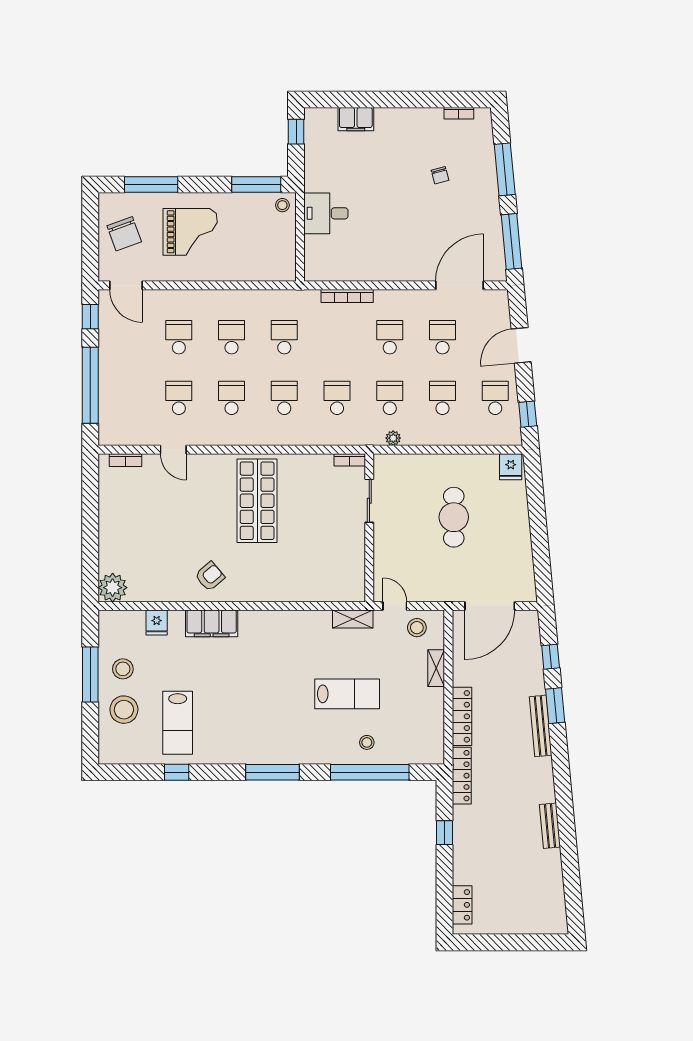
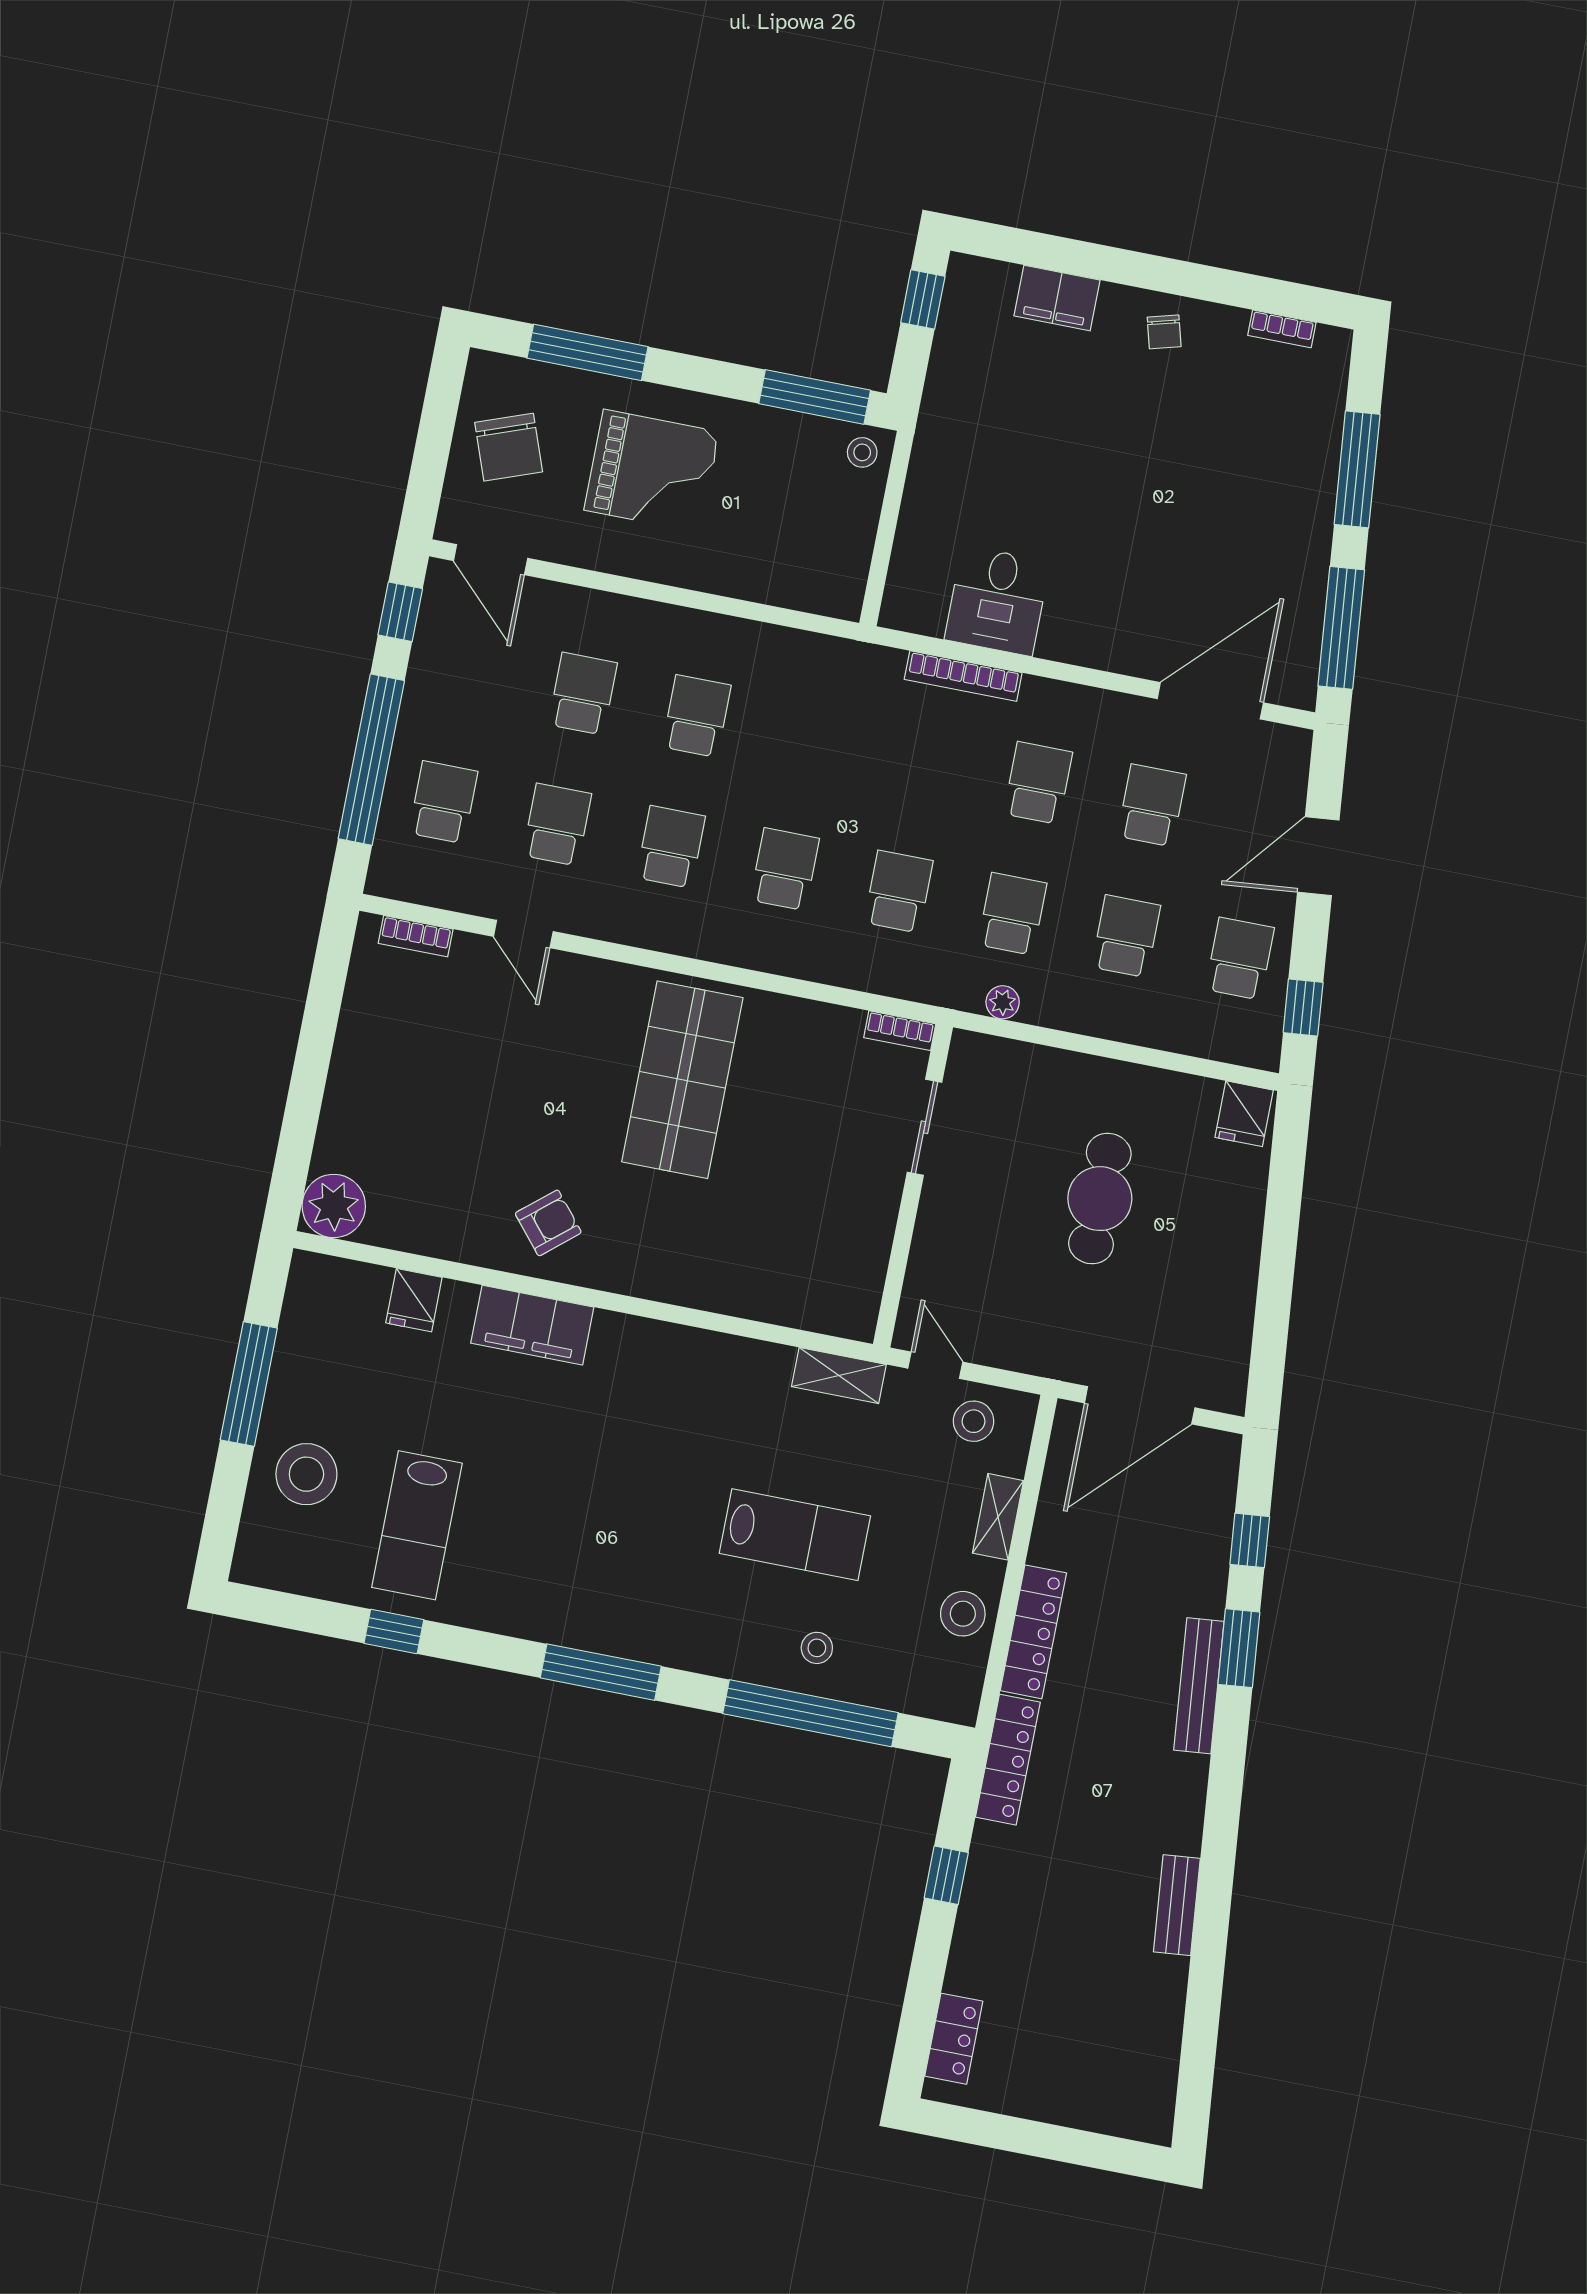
chair: (440, 175) -> (1164, 332), moved
desk: (326, 213) -> (997, 601), moved, turned -90
school desk: (284, 337) -> (443, 802), moved
stool: (123, 669) -> (963, 1614), moved

